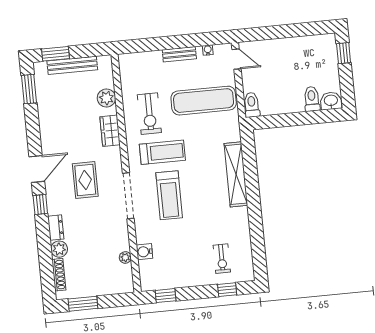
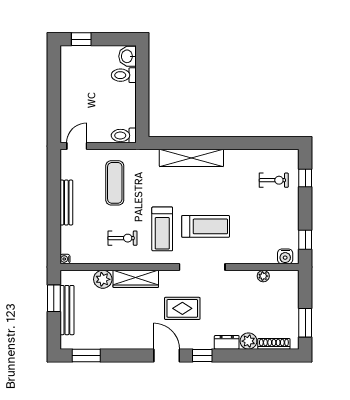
water cooler: (208, 50) -> (65, 259), moved
window: (56, 54) -> (54, 298), moved
bench: (179, 54) -> (66, 203), width x1.36
exercise mat: (204, 101) -> (115, 183), width x0.73, depth x0.69
exercise bike: (149, 114) -> (123, 238), width x0.73, depth x0.72
wardrobe: (110, 131) -> (136, 279), width x1.50
treadmill: (162, 152) -> (162, 229), turned 180
water cooler: (144, 252) -> (285, 256), moved

